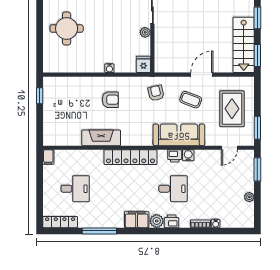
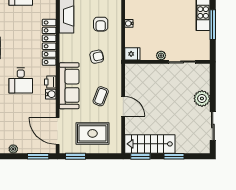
armchair: (156, 93) -> (97, 57), moved
door: (229, 148) -> (58, 131), width x1.87

